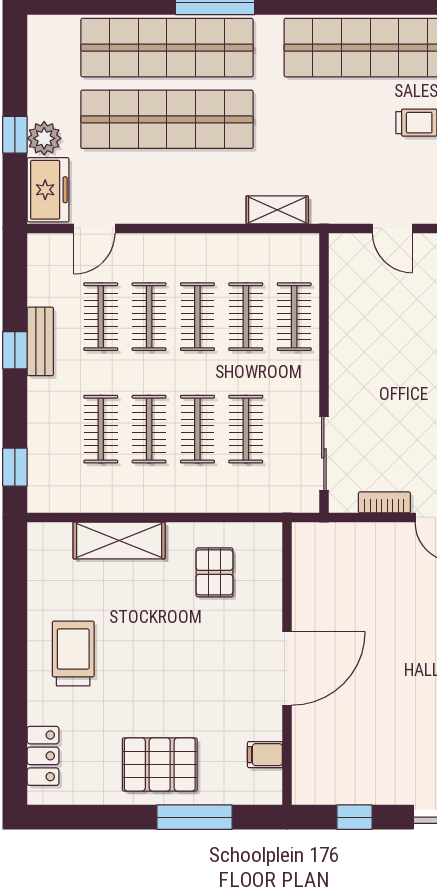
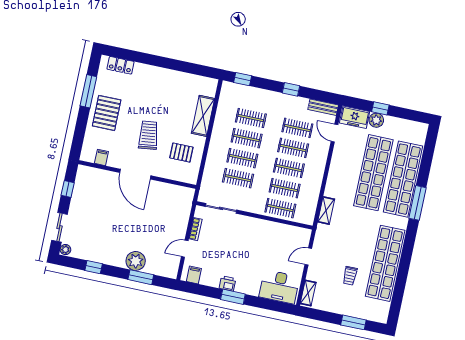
bench: (40, 341) -> (323, 107), moved
trolley: (73, 654) -> (149, 135), moved, turned -97
window: (195, 817) -> (88, 91), moved

